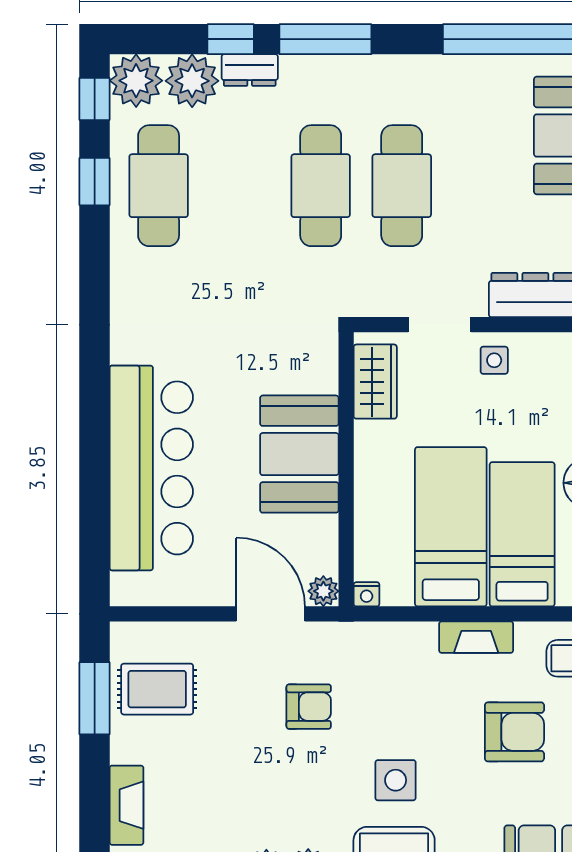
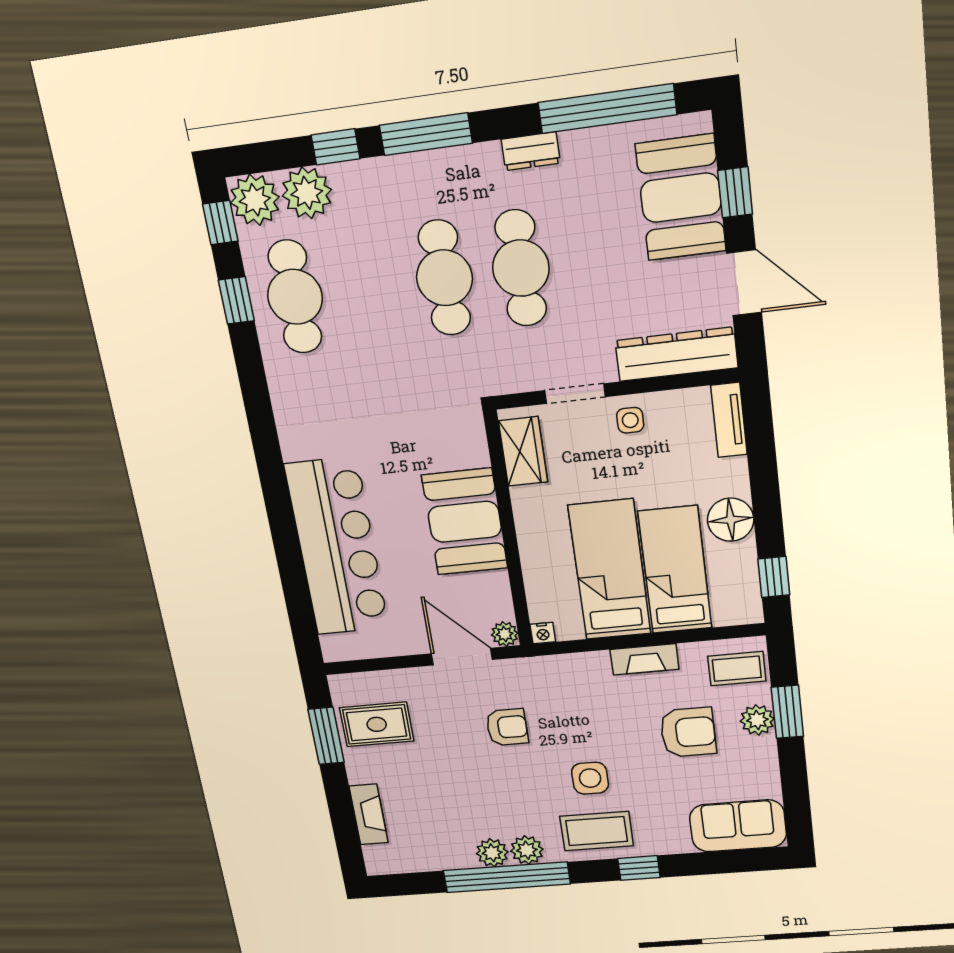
dresser: (250, 70) -> (531, 151), moved

